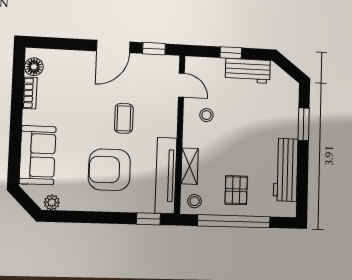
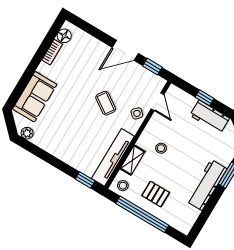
side table: (166, 111) -> (137, 113), added
stool: (206, 115) -> (161, 148), moved
coffee table: (124, 118) -> (106, 103), turned -56
armchair: (109, 170) -> (77, 133), removed
workbench: (286, 170) -> (207, 185), moved
pallet: (236, 190) -> (156, 194), turned 90

